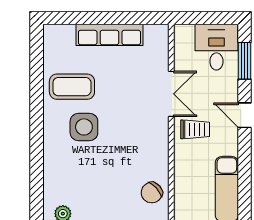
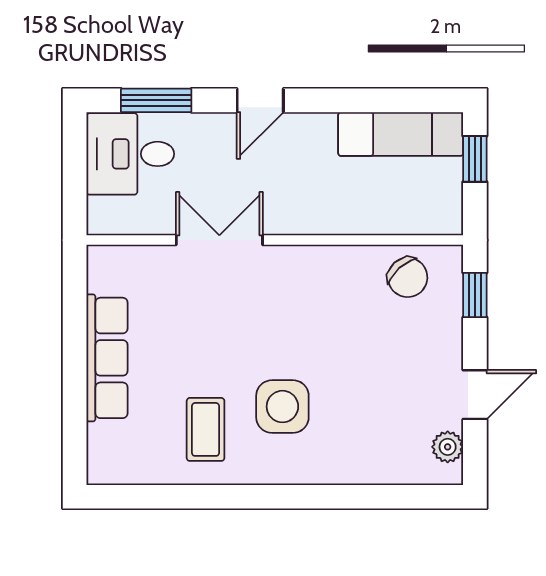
coffee table: (72, 87) -> (206, 429), width x0.73, depth x0.77
trolley: (195, 129) -> (287, 194), removed

